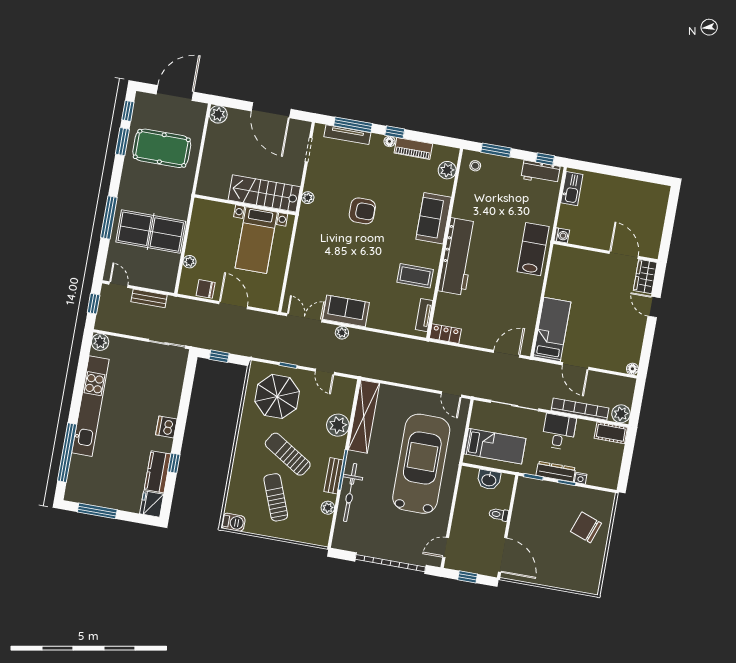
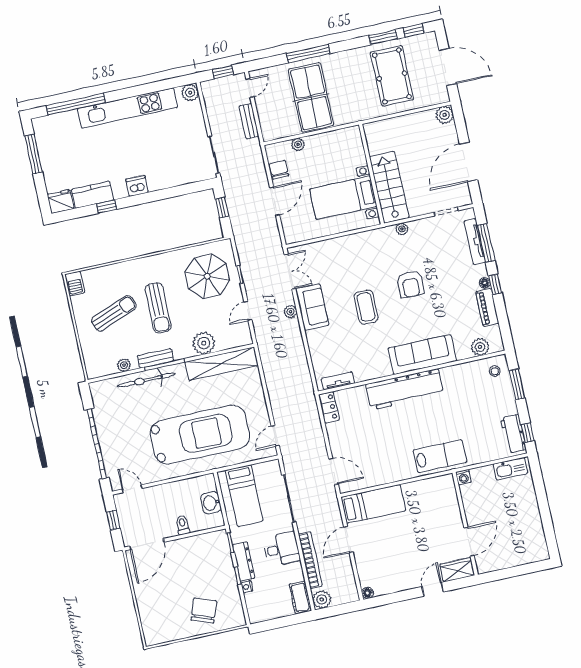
sofa: (434, 218) -> (422, 355), width x1.36
coffee table: (415, 276) -> (366, 307), moved
sun lounger: (288, 454) -> (158, 308), turned 148

